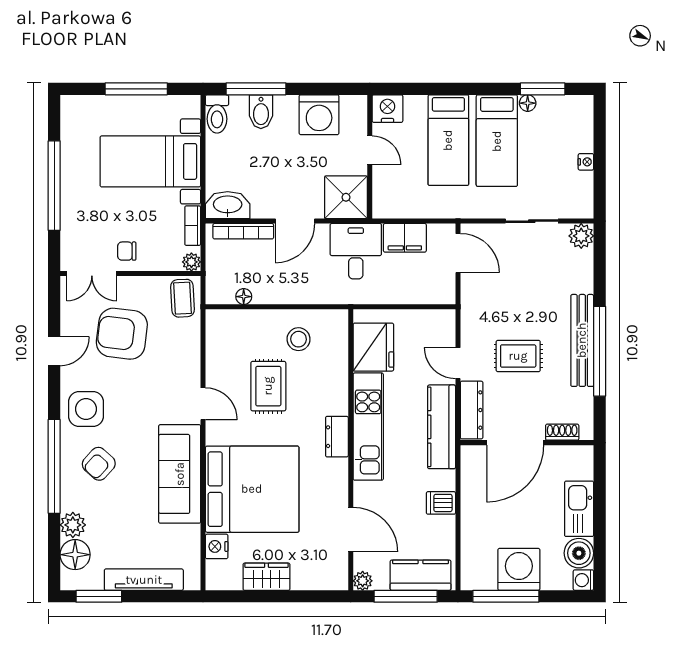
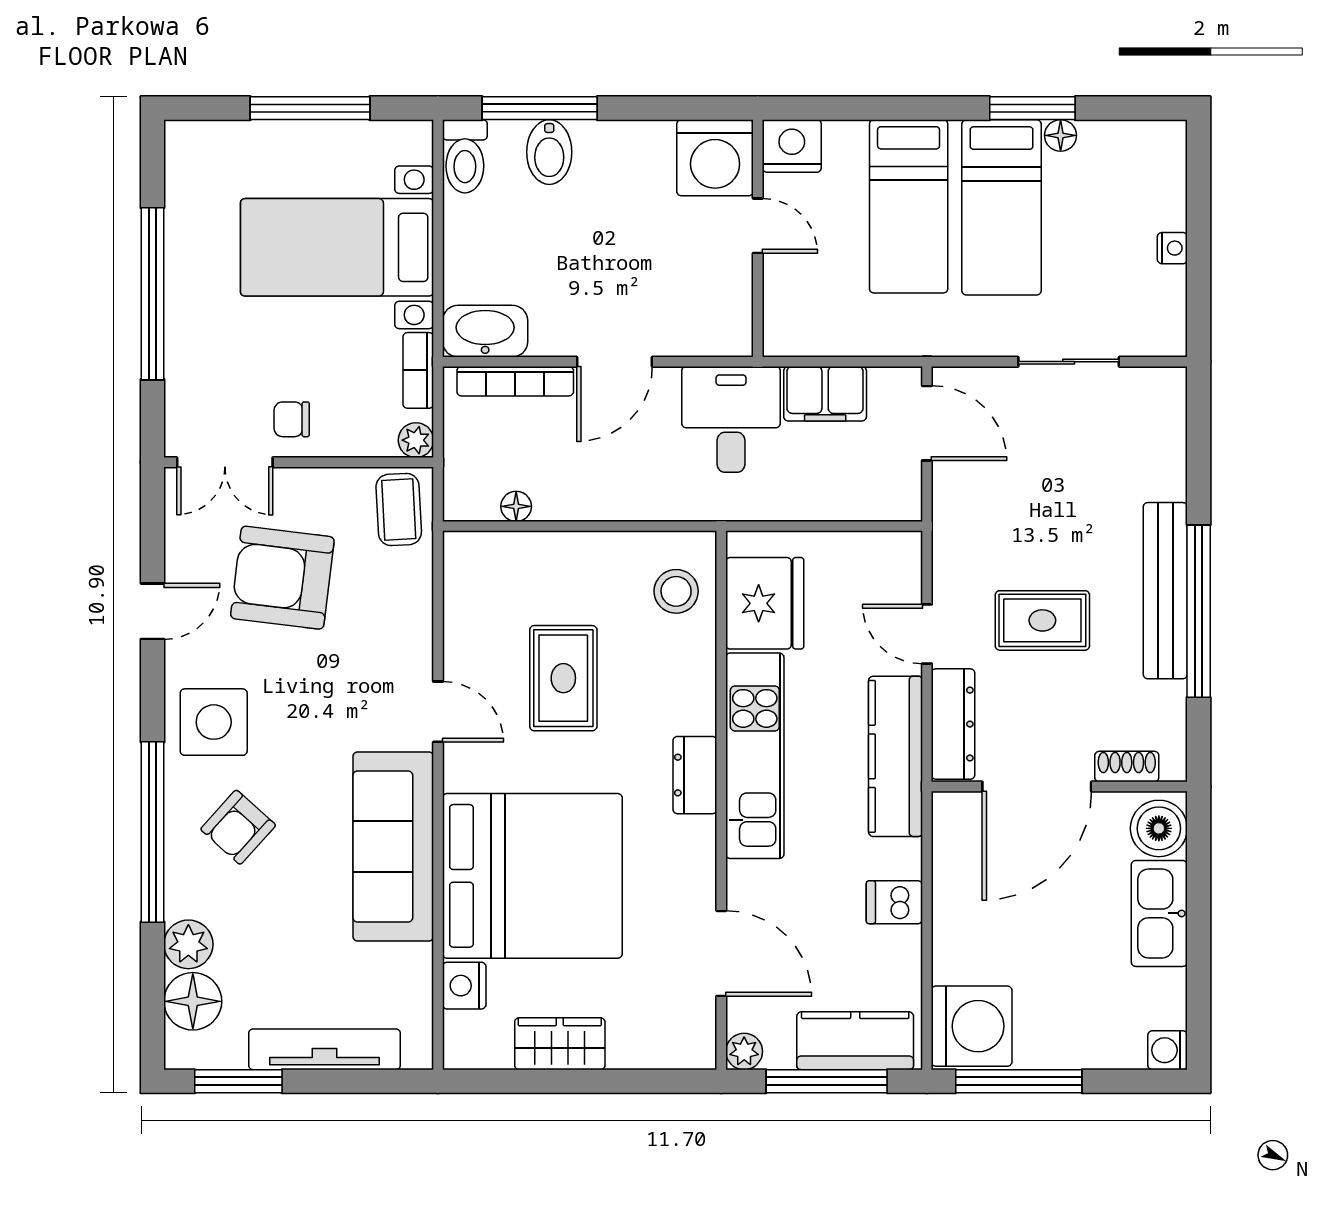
window: (543, 89) -> (1032, 108), moved
washing machine: (319, 115) -> (715, 158), moved
shower: (346, 197) -> (712, 316), removed
plant: (581, 236) -> (1163, 390), removed
stool: (299, 339) -> (676, 591), moved
boiler: (579, 553) -> (1159, 828), moved
washing machine: (519, 569) -> (972, 1026), moved, turned 90

